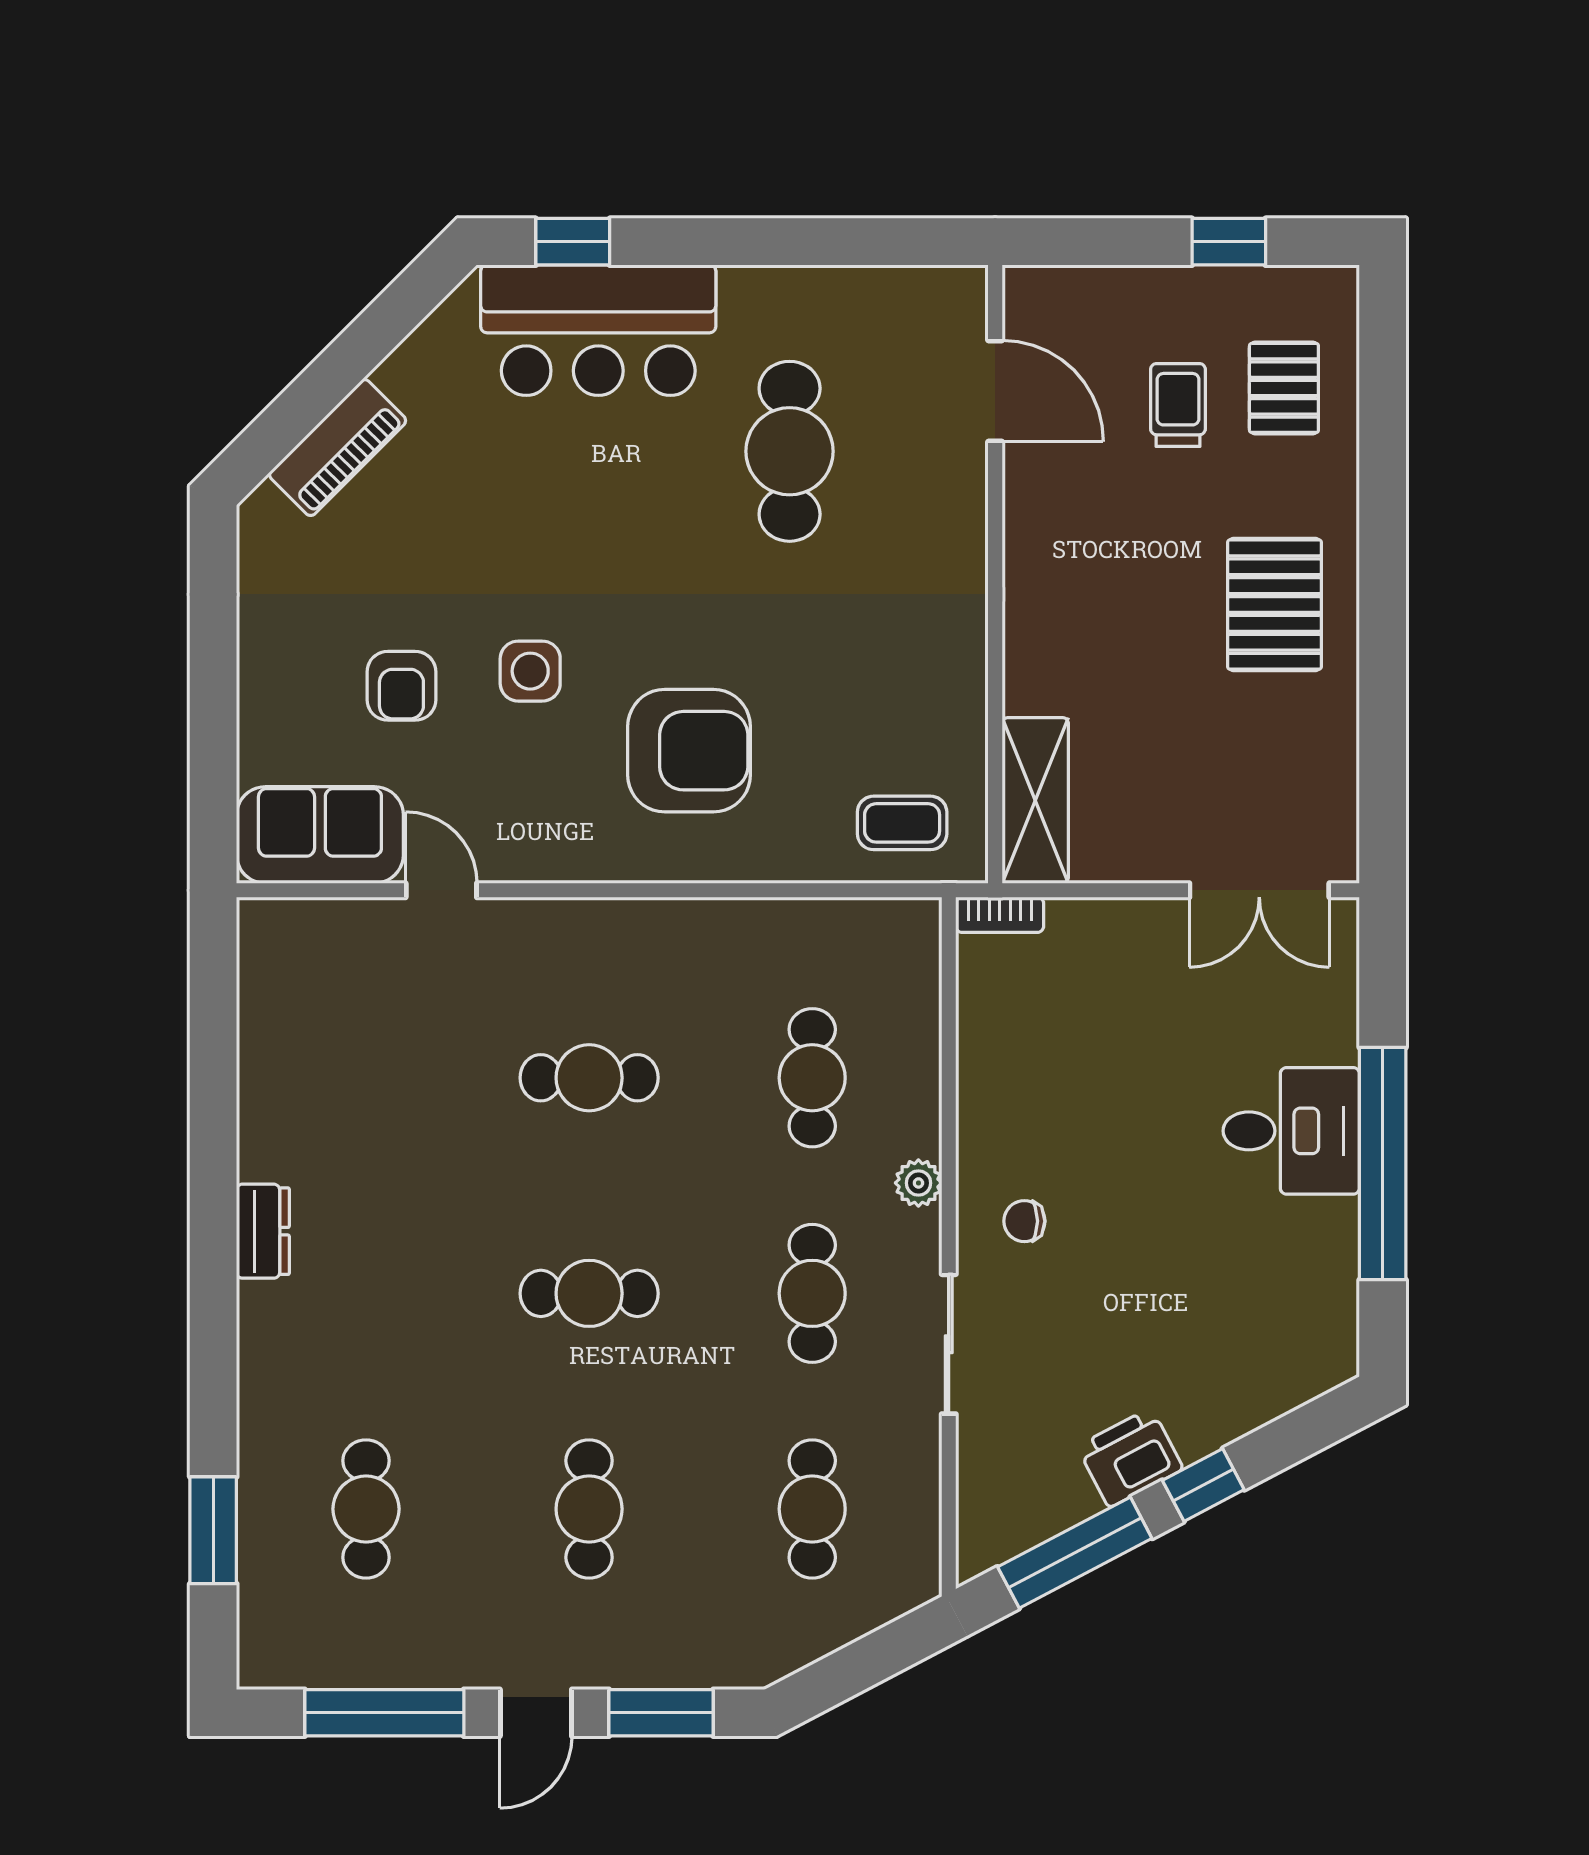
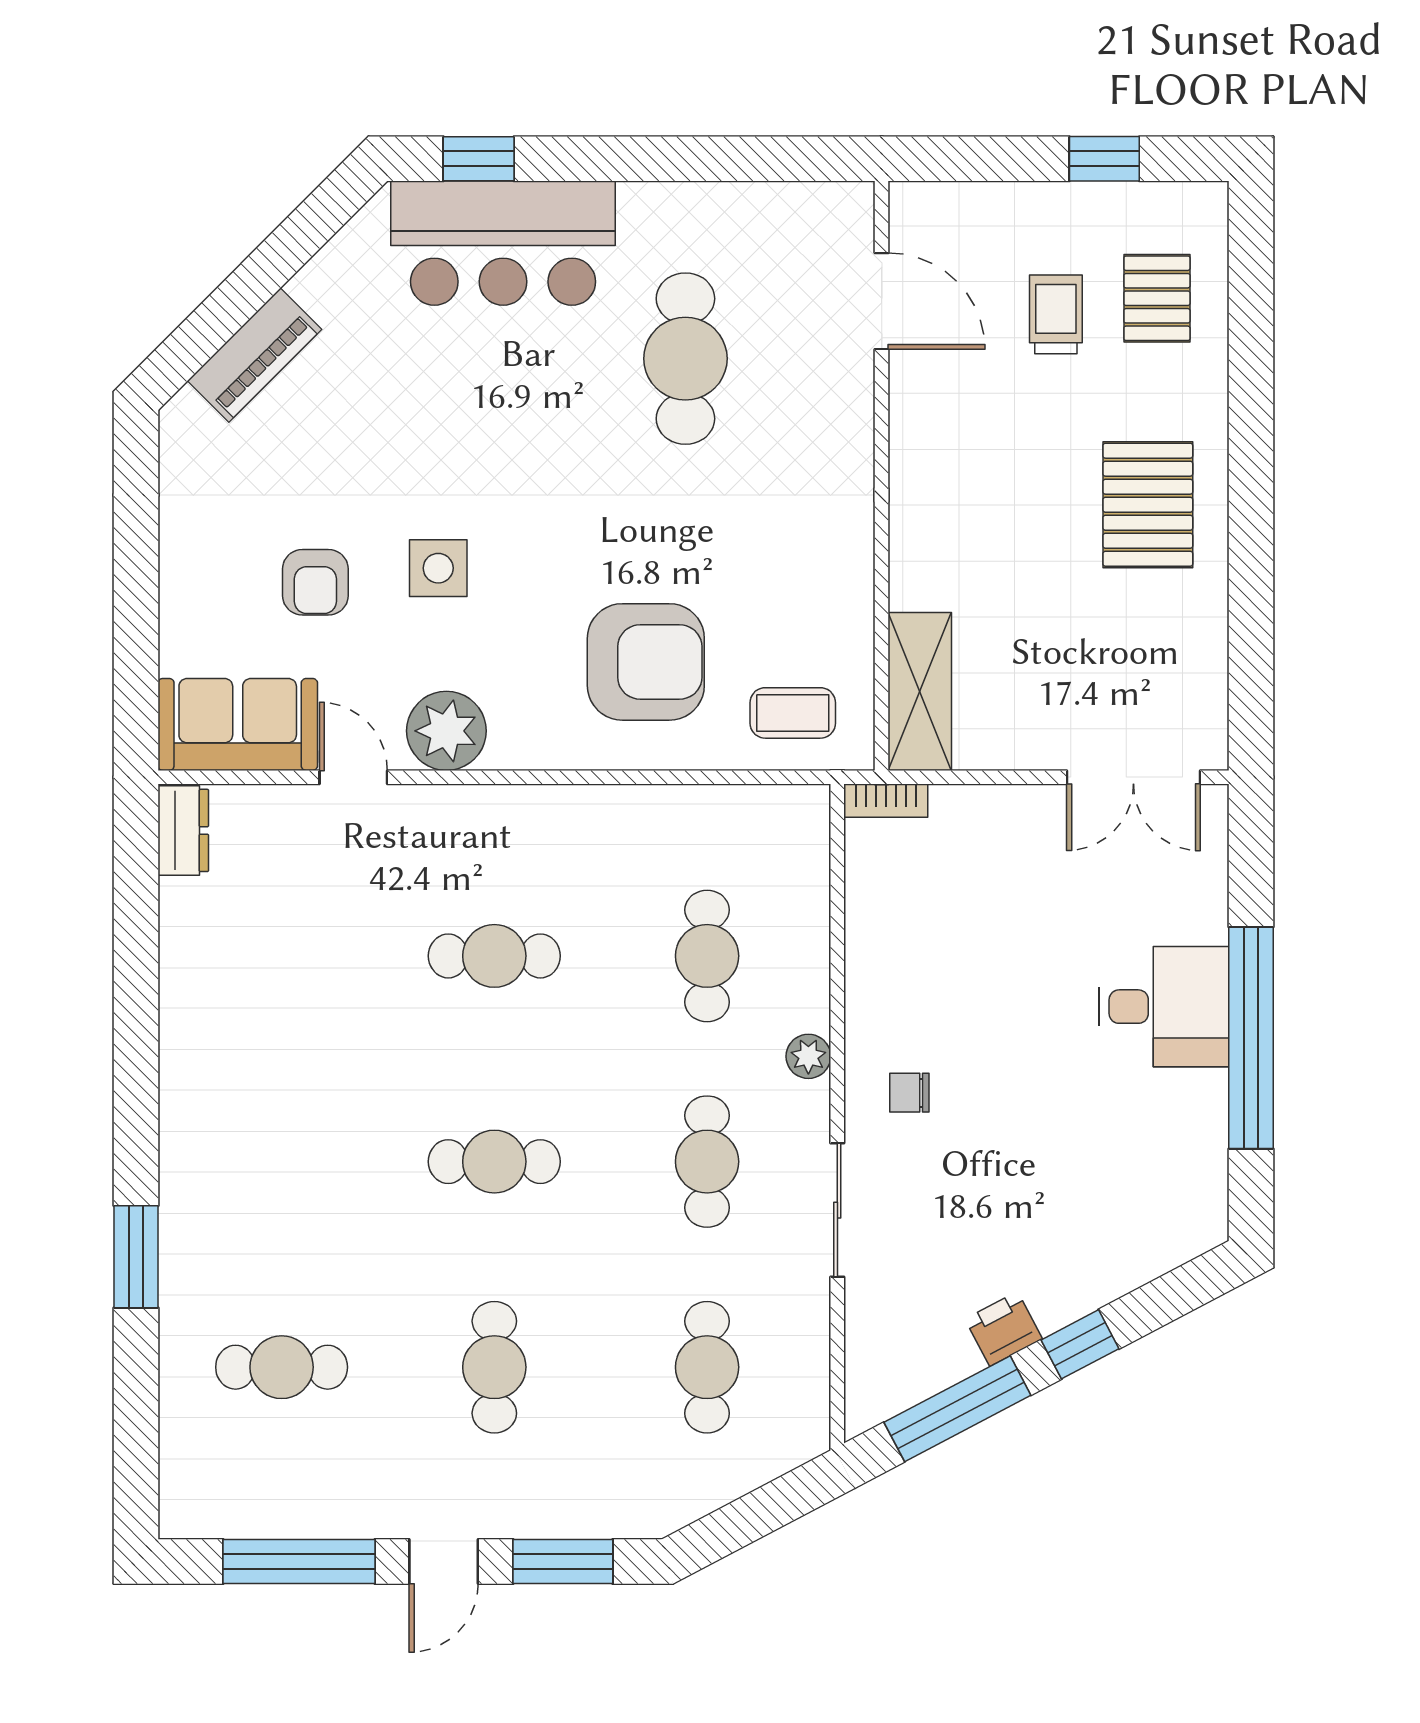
armchair: (689, 751) -> (646, 662), moved
plant: (539, 842) -> (446, 731), added
dresser: (263, 1231) -> (183, 830), moved
printer: (1130, 1458) -> (1004, 1329), width x0.73, depth x0.81
cafe table: (366, 1509) -> (282, 1367), turned 90
window: (213, 1530) -> (136, 1257), moved

